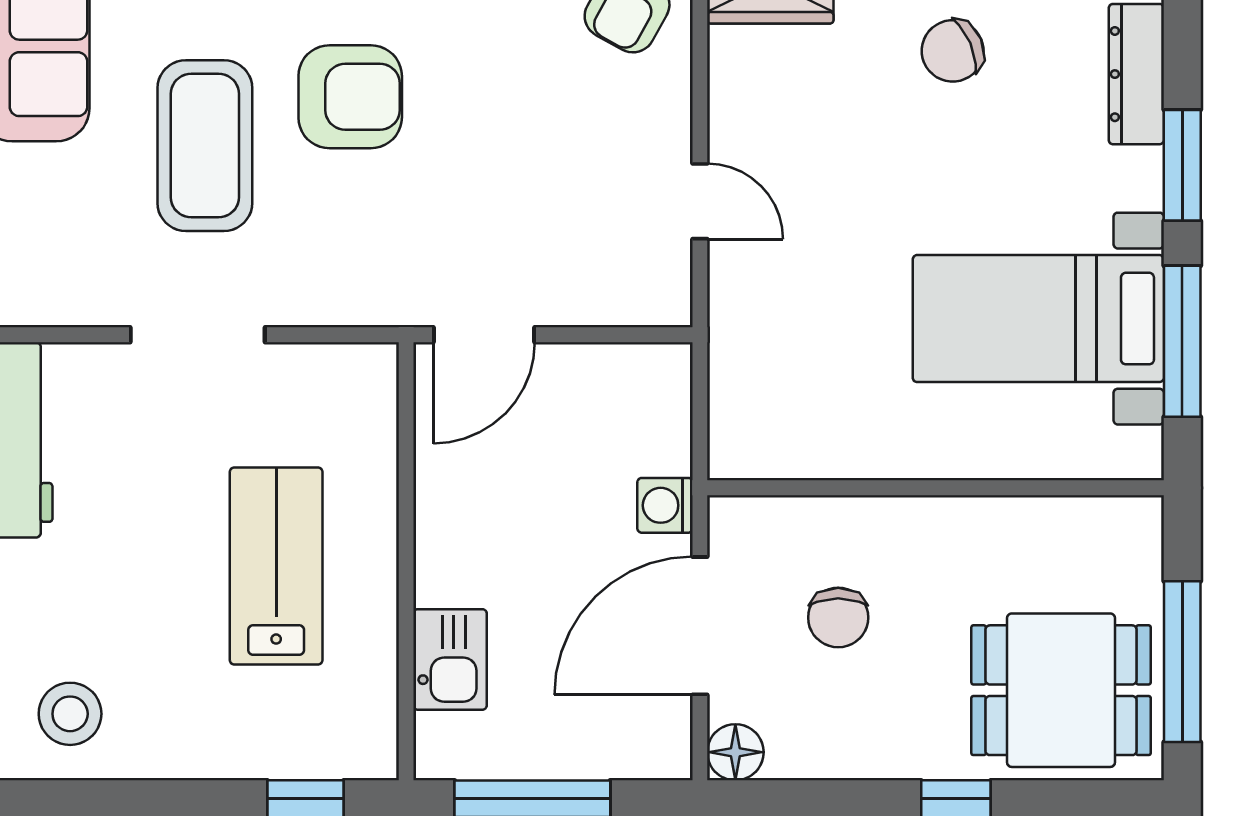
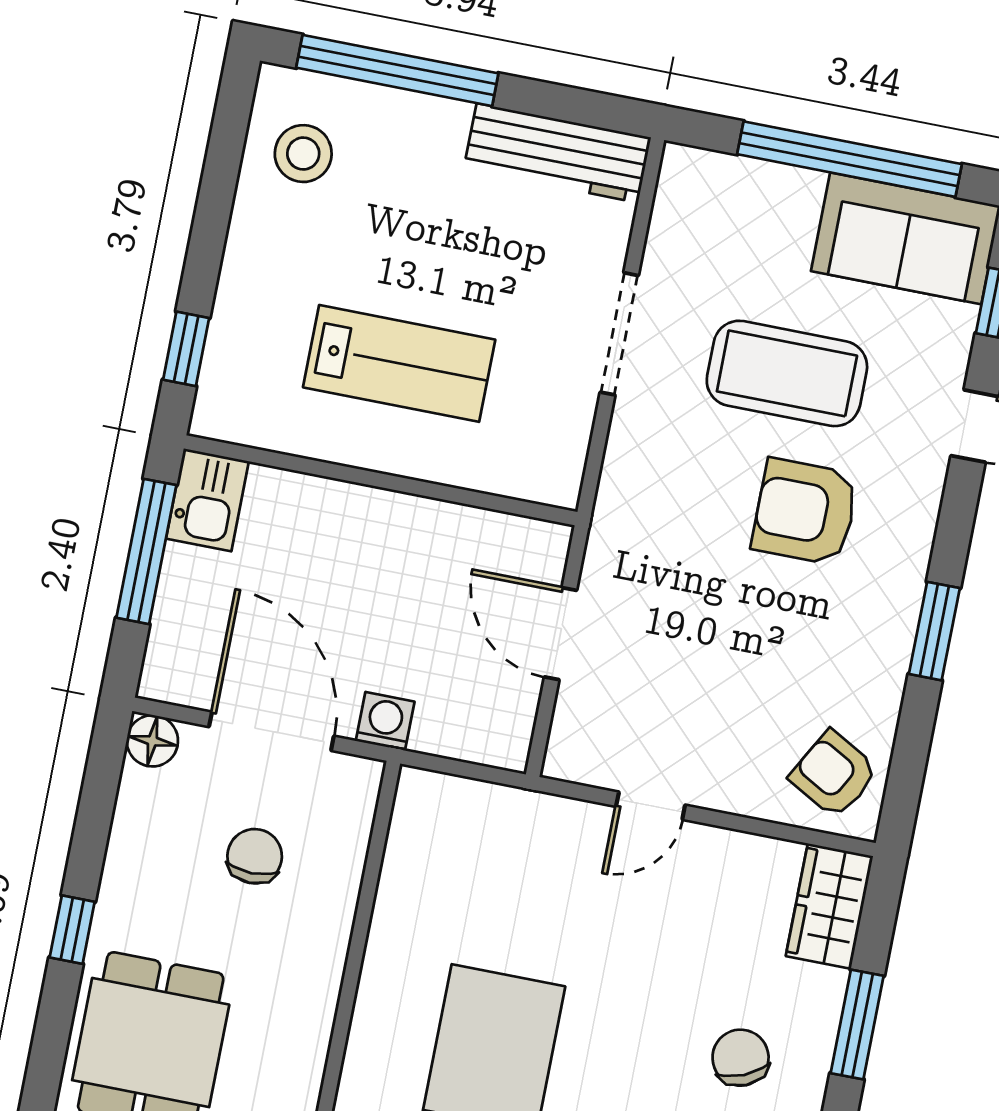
armchair: (350, 97) -> (805, 512), turned 90
door: (484, 335) -> (560, 634), moved
chair: (838, 618) -> (255, 856), turned 90
kitchen sink: (450, 659) -> (207, 500), moved, turned -90

